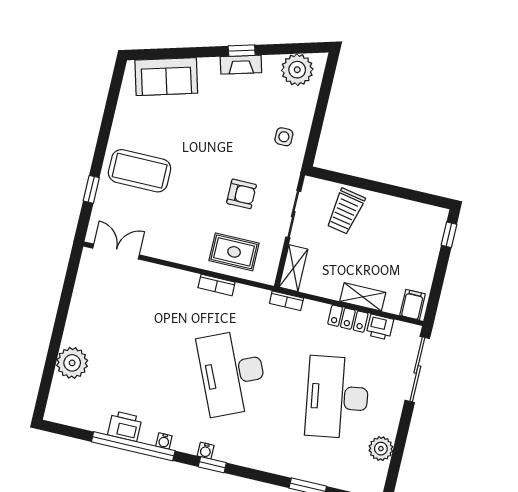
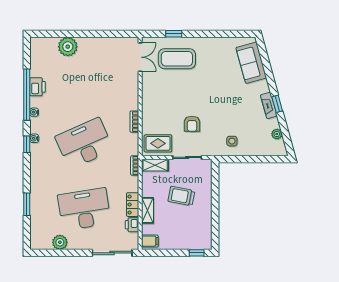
plant: (297, 70) -> (277, 134), width x0.53, depth x0.53
coffee table: (140, 171) -> (177, 59), moved, turned 90
trolley: (345, 211) -> (181, 196), moved
rug: (234, 252) -> (158, 143), moved, turned 90

